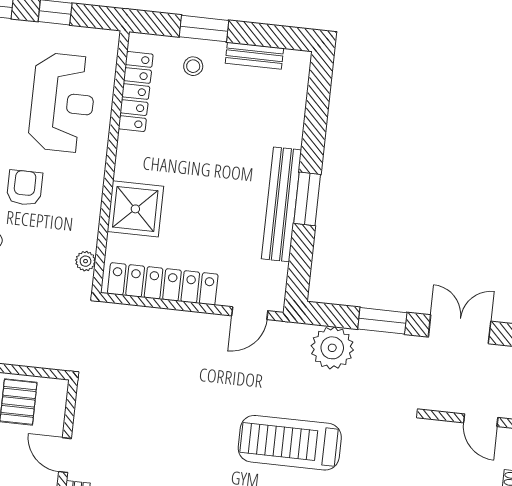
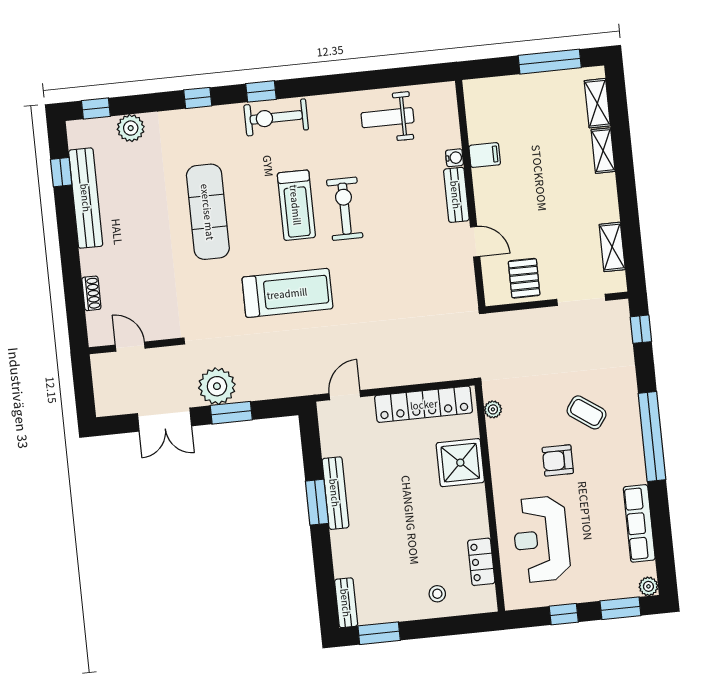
window: (204, 29) -> (379, 633), moved
bench: (254, 56) -> (346, 603), moved, turned 90
locker: (136, 92) -> (481, 562), width x0.66
armchair: (25, 188) -> (558, 460), turned 90
bench: (281, 204) -> (335, 493), width x0.73, depth x0.82
plant: (332, 348) -> (217, 386), moved

